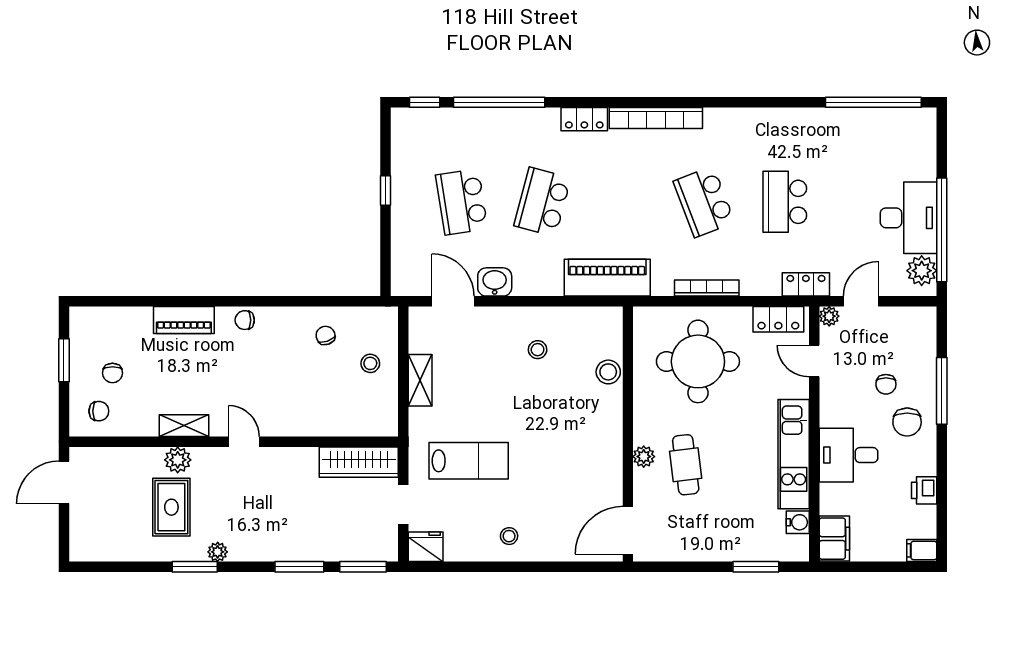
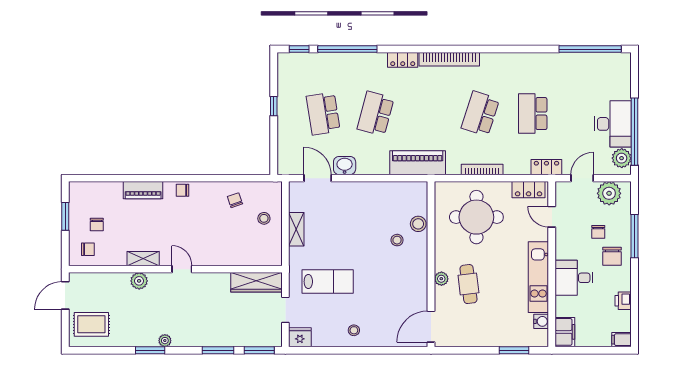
school desk: (704, 202) -> (480, 114), turned 39
plant: (829, 316) -> (609, 193), moved, width x1.88, depth x1.88
stool: (538, 350) -> (397, 240), moved
rug: (171, 507) -> (91, 324), moved, turned 90

